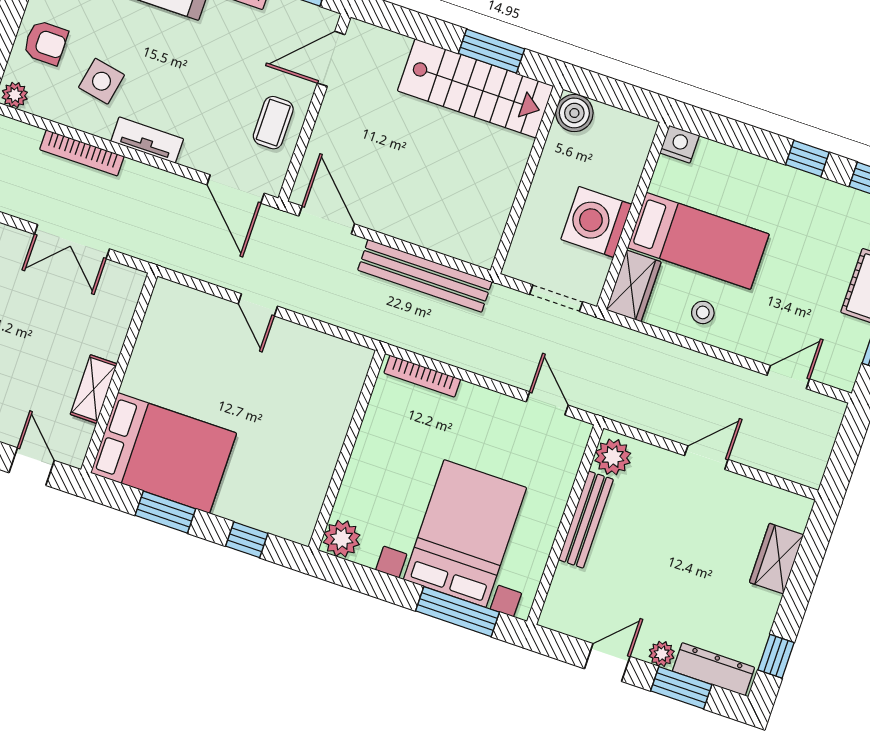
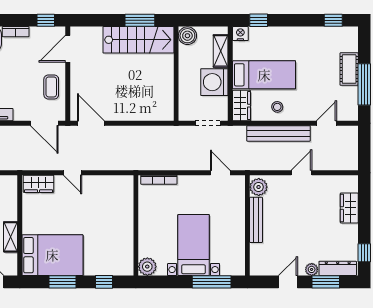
window: (807, 159) -> (259, 20), moved
shelving: (629, 165) -> (221, 51), added
bench: (425, 276) -> (279, 133), moved
wardrobe: (184, 304) -> (39, 184), added
bed with nightstands: (465, 534) -> (194, 245), width x0.73

